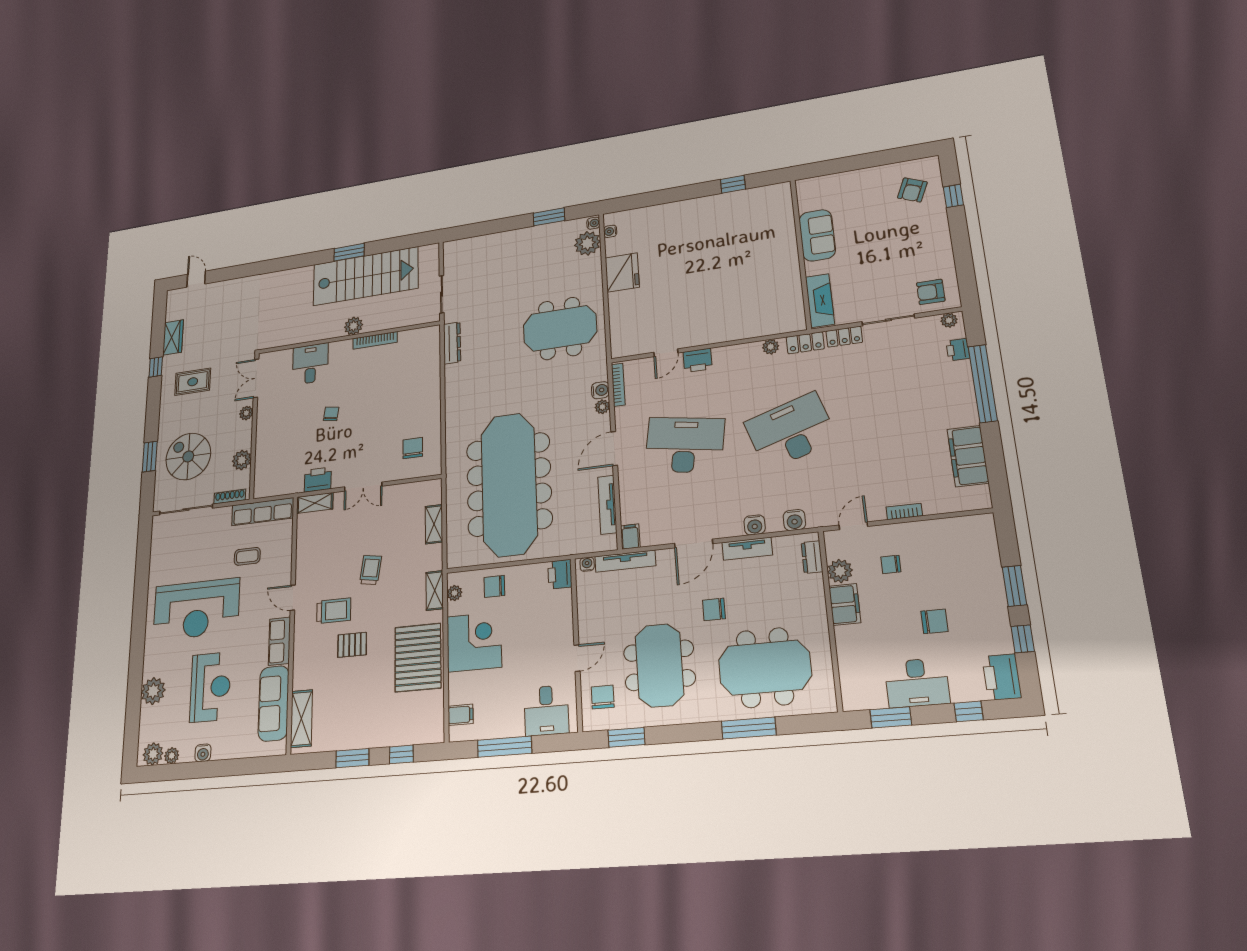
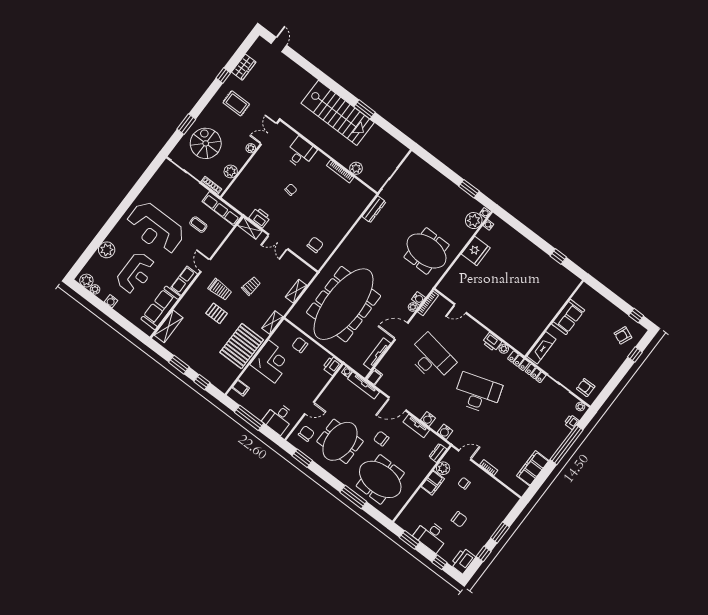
window: (904, 154) -> (636, 316), added
stairs: (365, 276) -> (338, 113), moved
plant: (354, 326) -> (356, 168), moved
printer: (698, 360) -> (492, 342), moved
plant: (454, 593) -> (280, 332), removed

